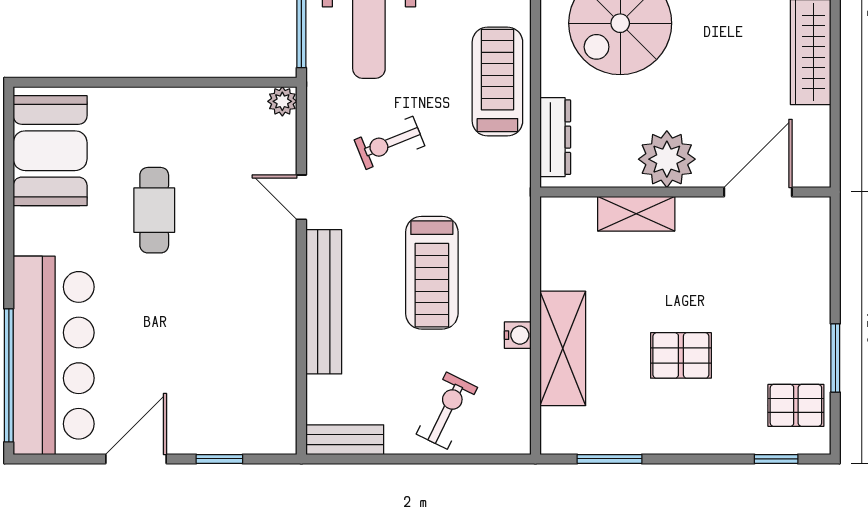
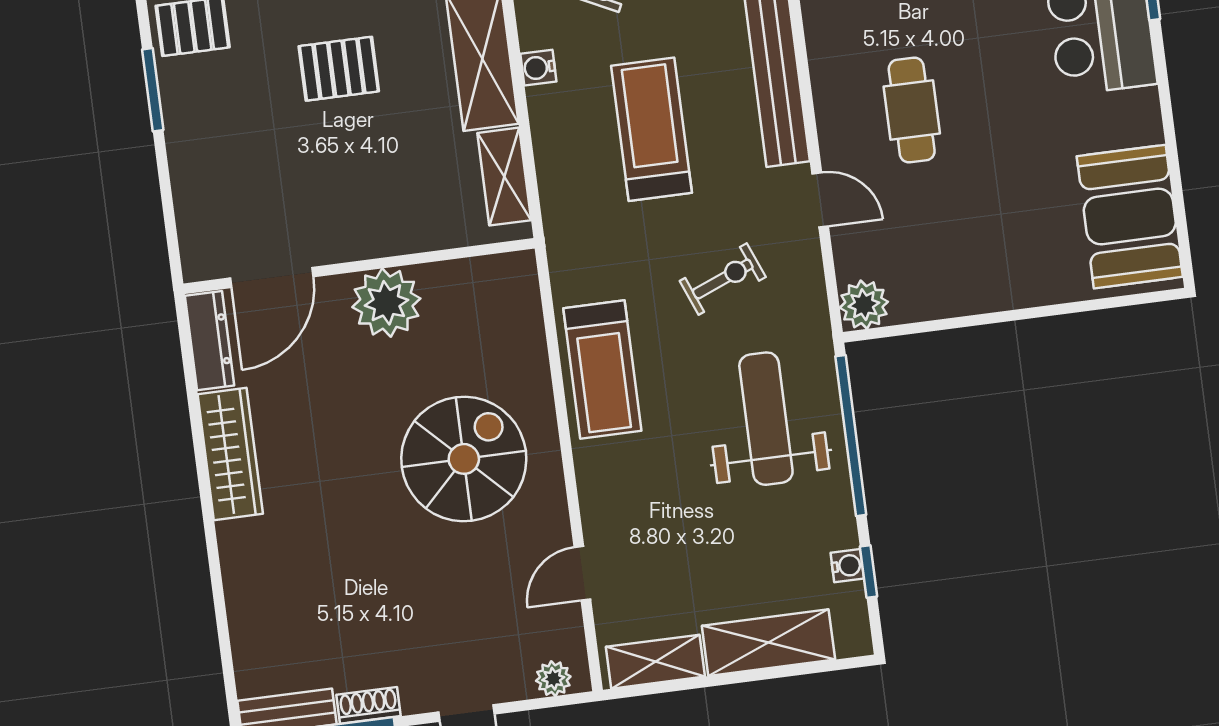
plant: (282, 101) -> (864, 305), width x1.38, depth x1.38
dresser: (555, 137) -> (210, 341), moved, turned 180
cafe table: (154, 210) -> (912, 110), moved
shelving: (636, 214) -> (504, 177), moved, turned 90

